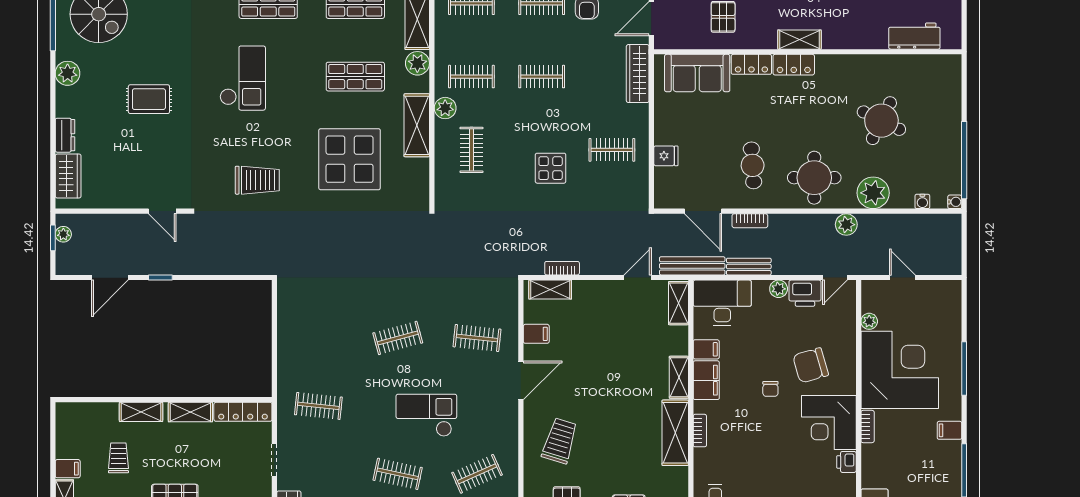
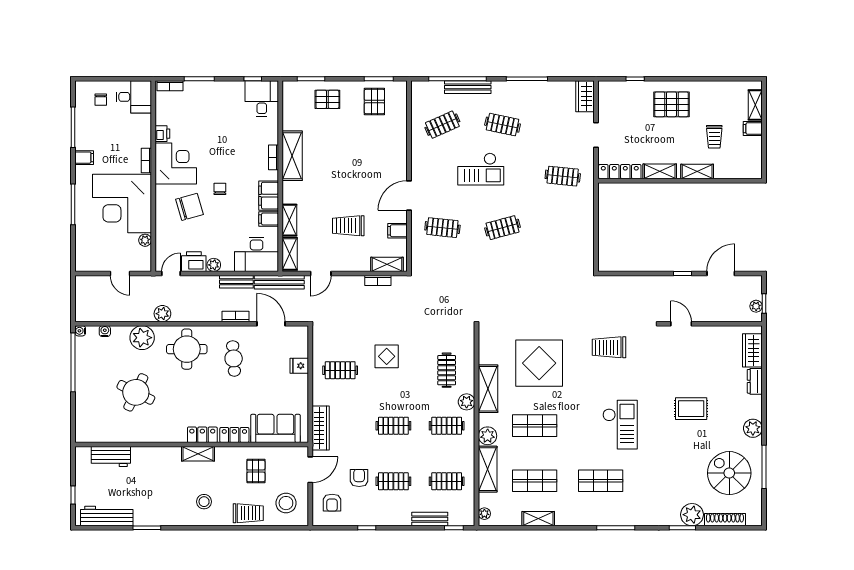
checkout: (243, 78) -> (620, 425), turned 180
shelving: (679, 377) -> (289, 220), moved
trolley: (560, 441) -> (348, 226), moved, turned 73

